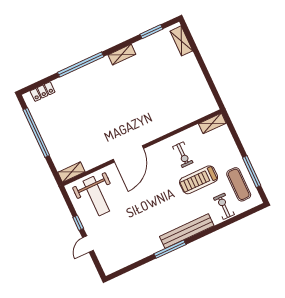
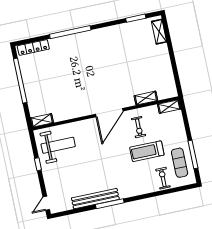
shelving: (122, 55) -> (146, 98), moved
locker: (43, 92) -> (33, 47), width x1.53
door: (128, 154) -> (109, 113), moved
weight bench: (96, 196) -> (58, 145), turned -90
bench: (187, 231) -> (95, 199), moved
door: (88, 244) -> (46, 203), moved

